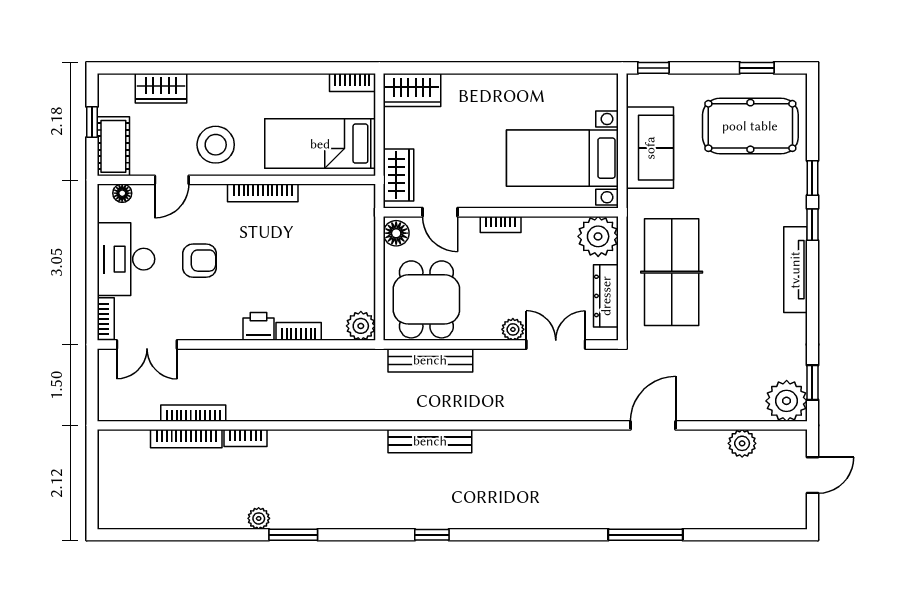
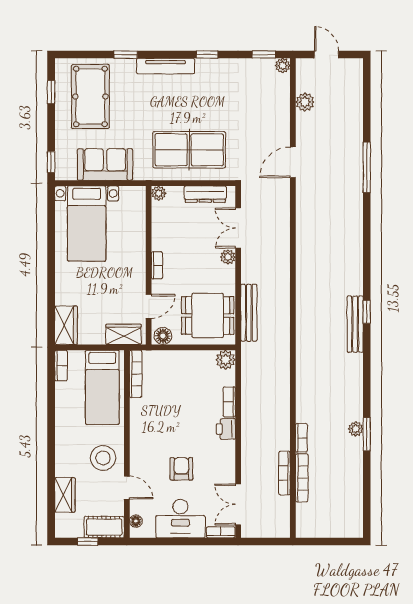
bed with nightstands: (562, 158) -> (87, 224), moved
bookcase: (263, 193) -> (136, 374), moved
window: (812, 225) -> (207, 55), moved
plant: (598, 236) -> (159, 193), width x0.53, depth x0.53
tv unit: (795, 270) -> (166, 66), moved
double door: (147, 344) -> (238, 504), swing flipped
plant: (787, 401) -> (283, 66), width x0.53, depth x0.53
door: (653, 425) -> (293, 162), hinge flipped
bench: (430, 441) -> (355, 324), moved
window: (293, 535) -> (367, 434), moved

